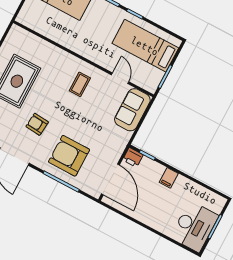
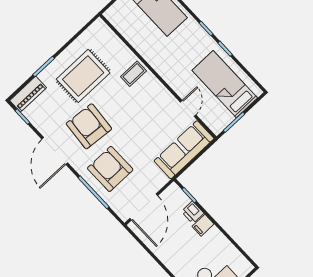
coffee table: (80, 84) -> (133, 74), moved
sofa: (132, 110) -> (184, 150), width x1.36
armchair: (37, 124) -> (89, 126), width x1.88, depth x1.88
printer: (133, 157) -> (193, 212), moved

